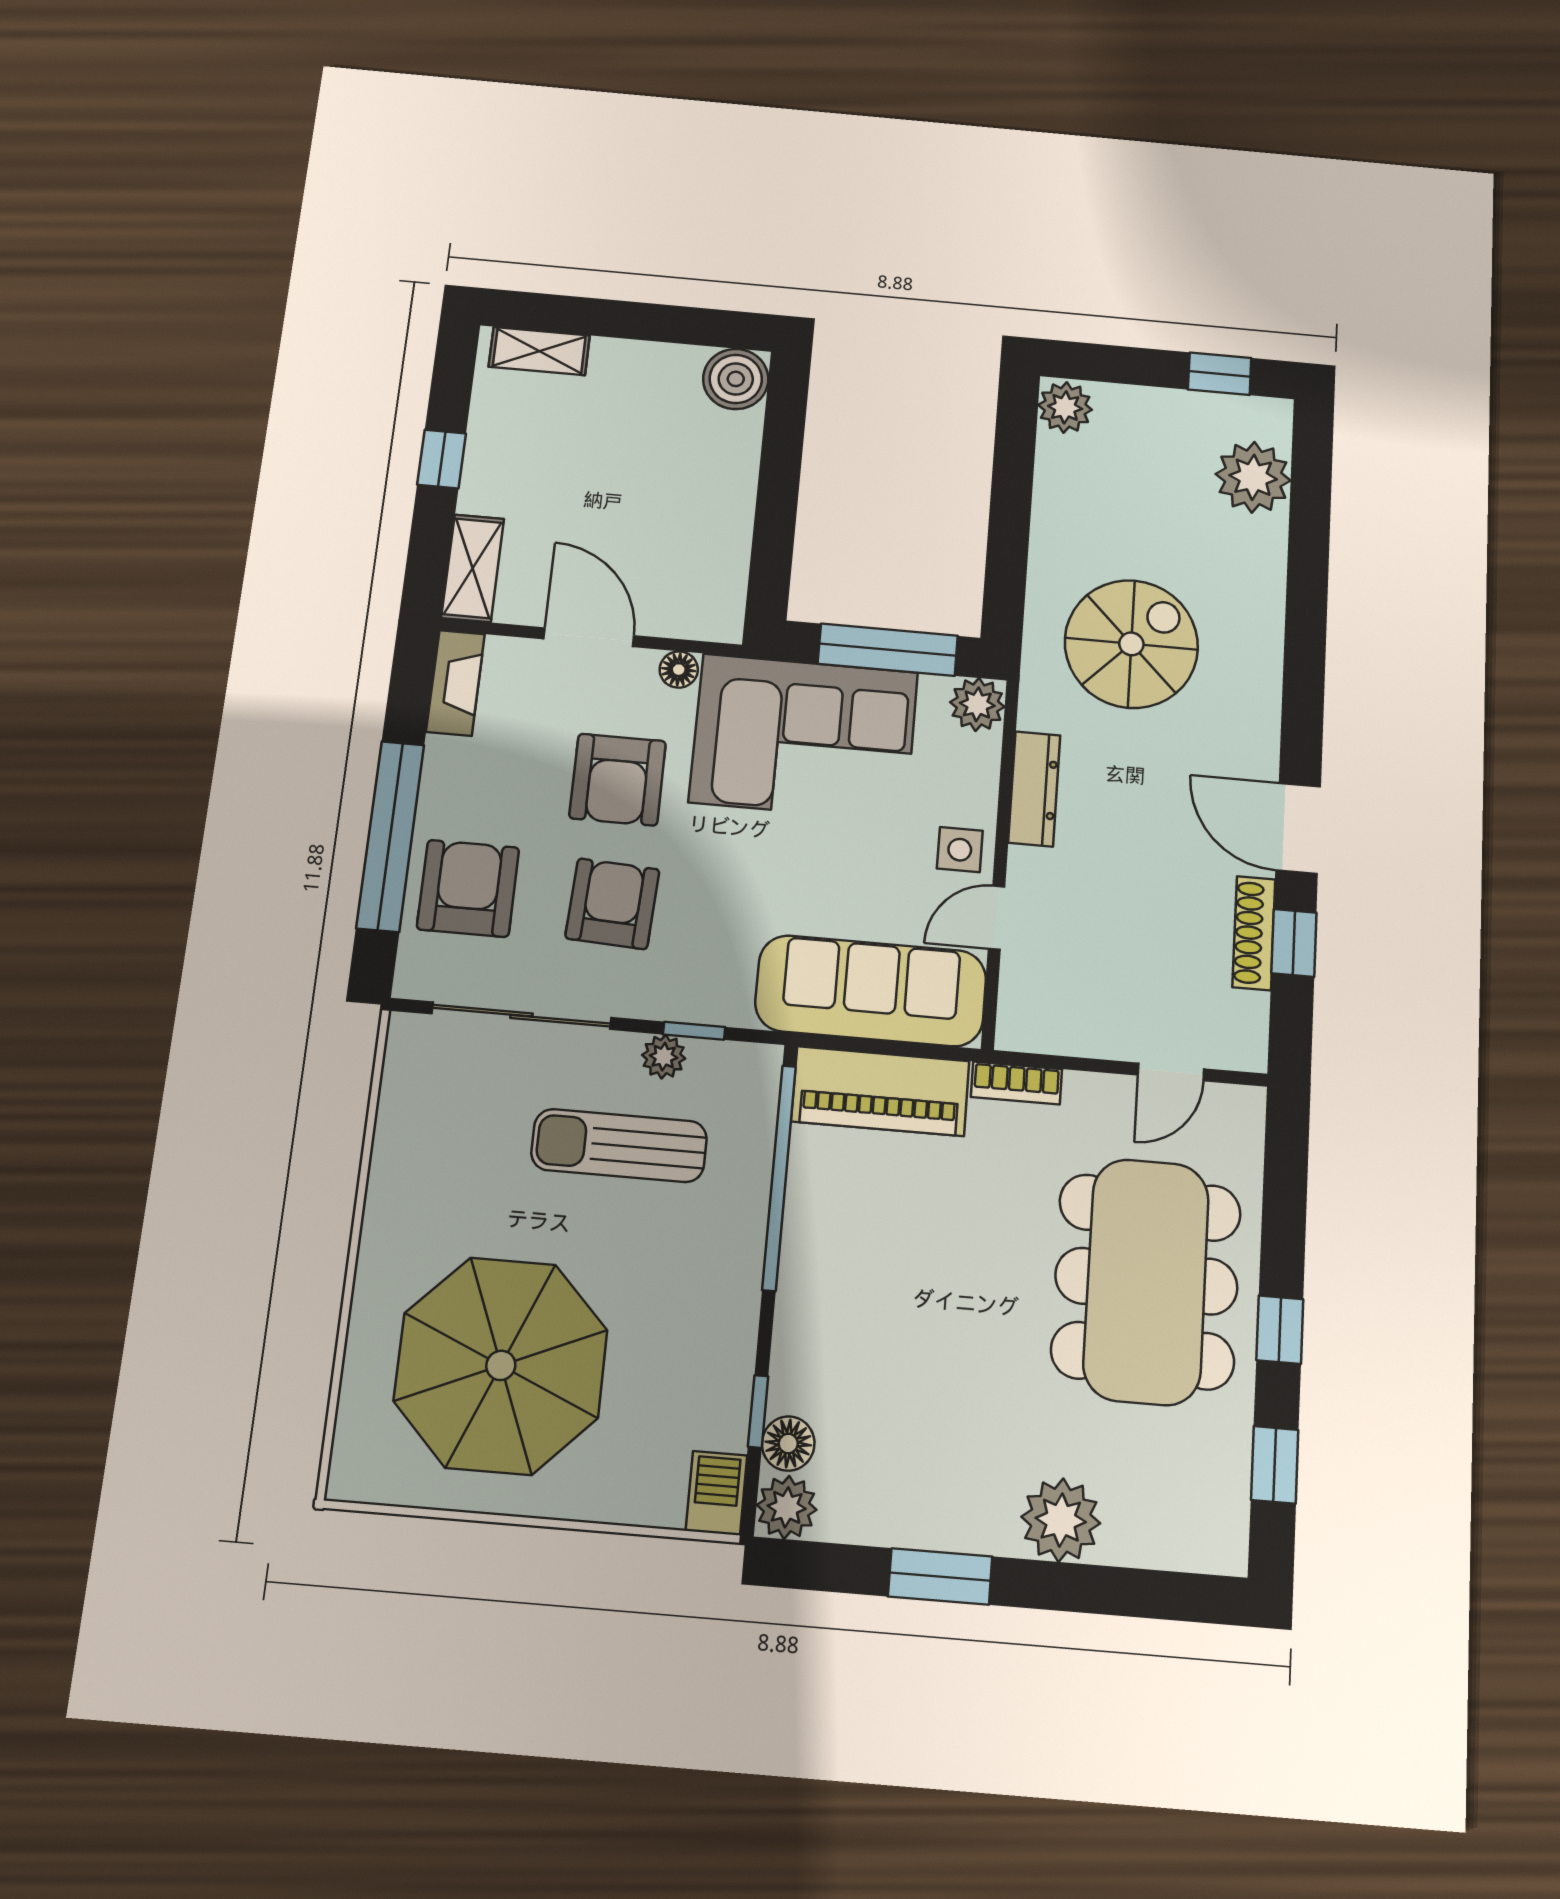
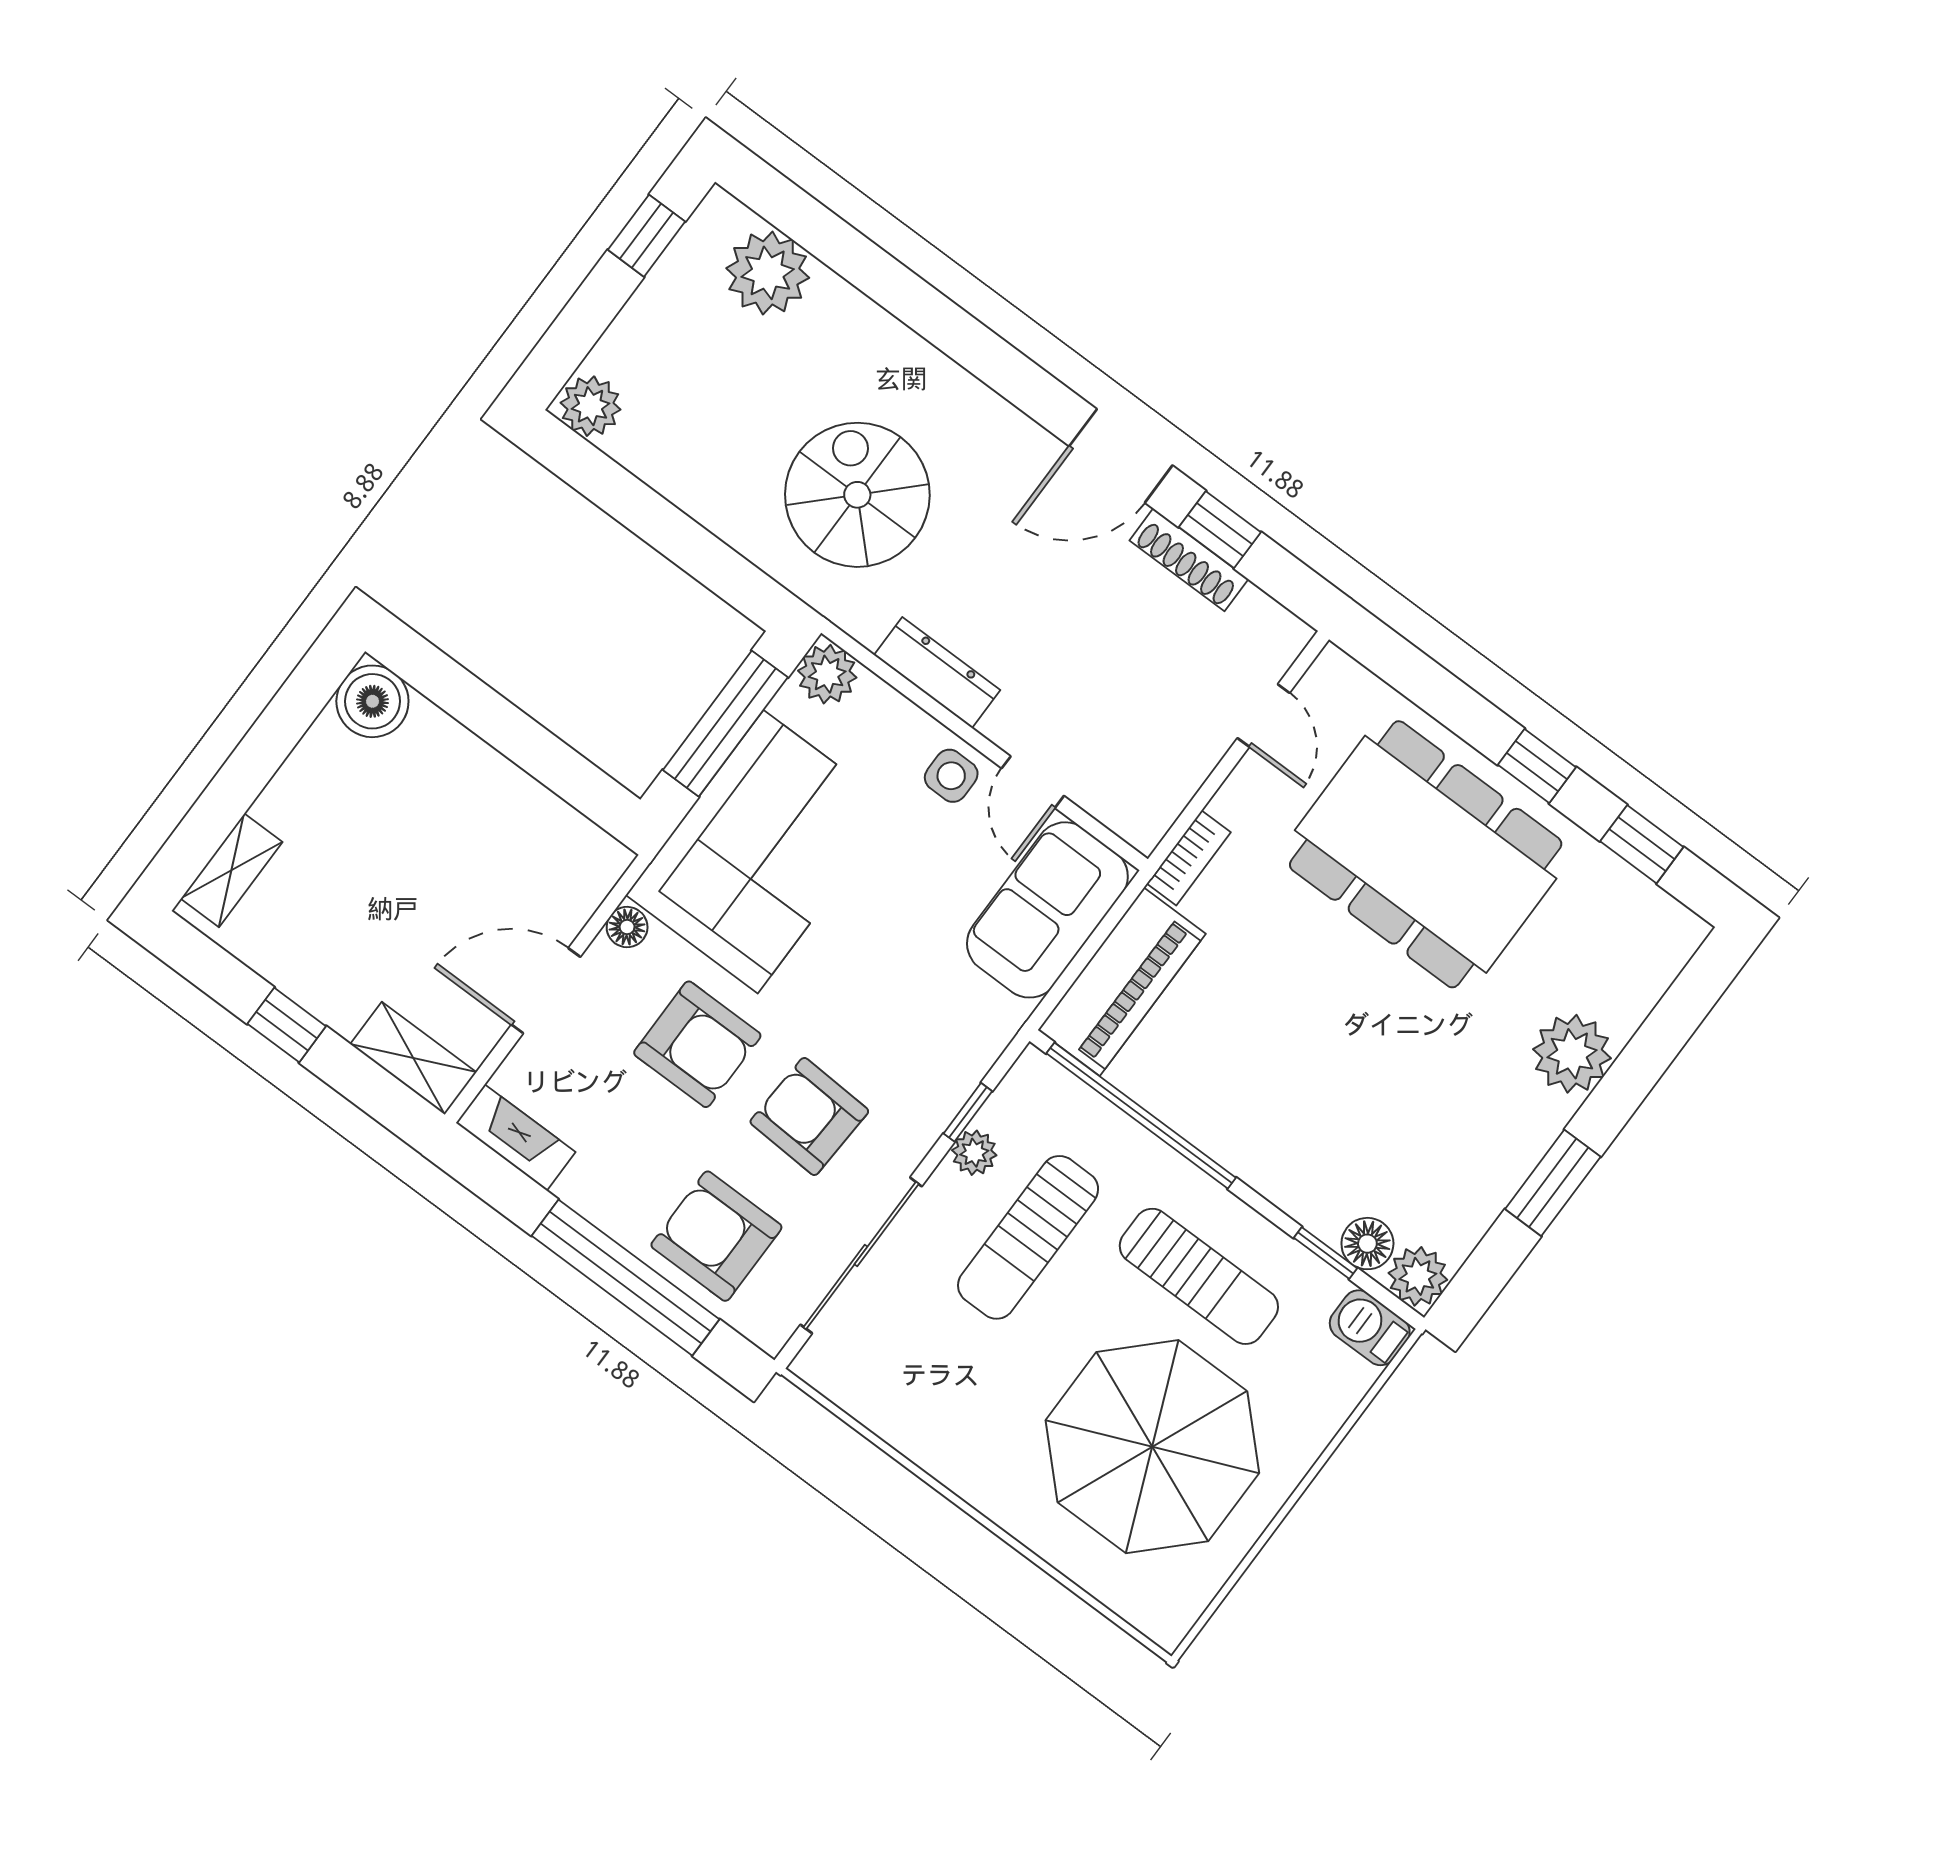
sofa: (871, 991) -> (1047, 910), width x0.73
sun lounger: (672, 1313) -> (1199, 1276), added

